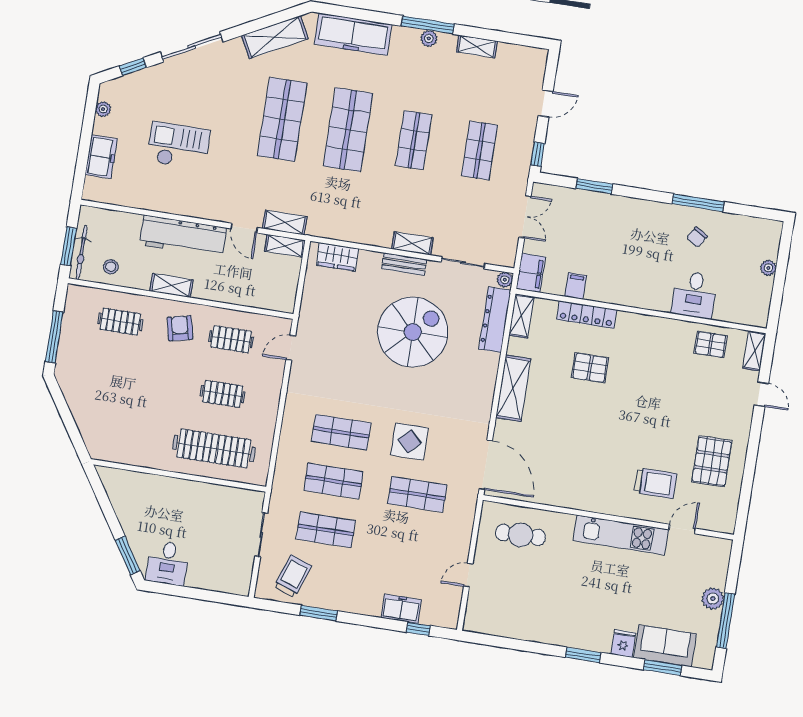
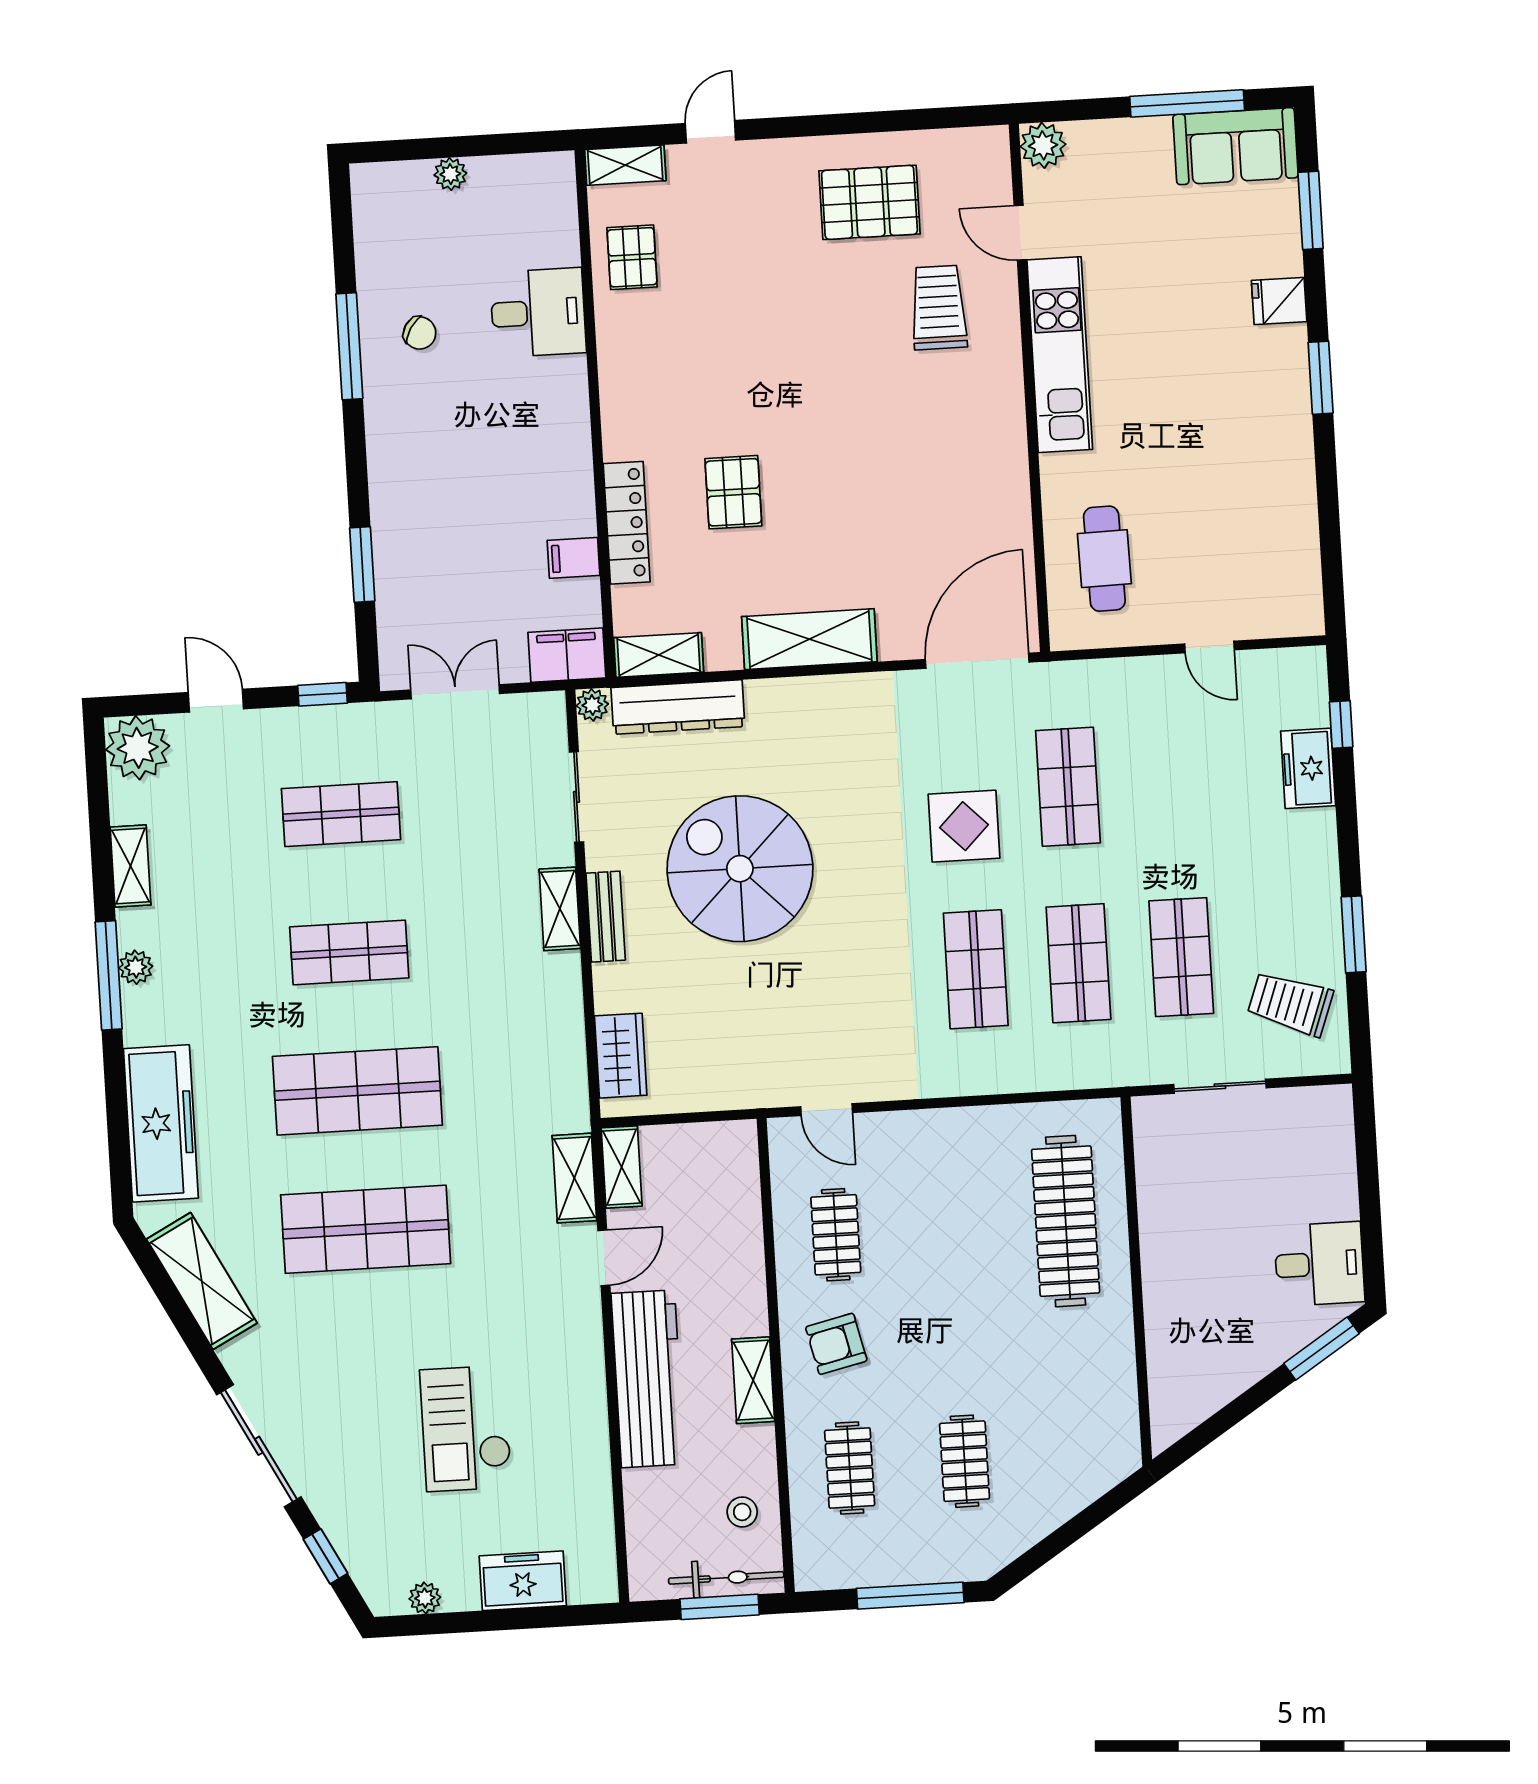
plant: (532, 62) -> (138, 748), added
clothes rail: (222, 394) -> (965, 1461), moved
plant: (713, 599) -> (1043, 145), moved
sofa: (665, 646) -> (1236, 146), moved, turned -90

